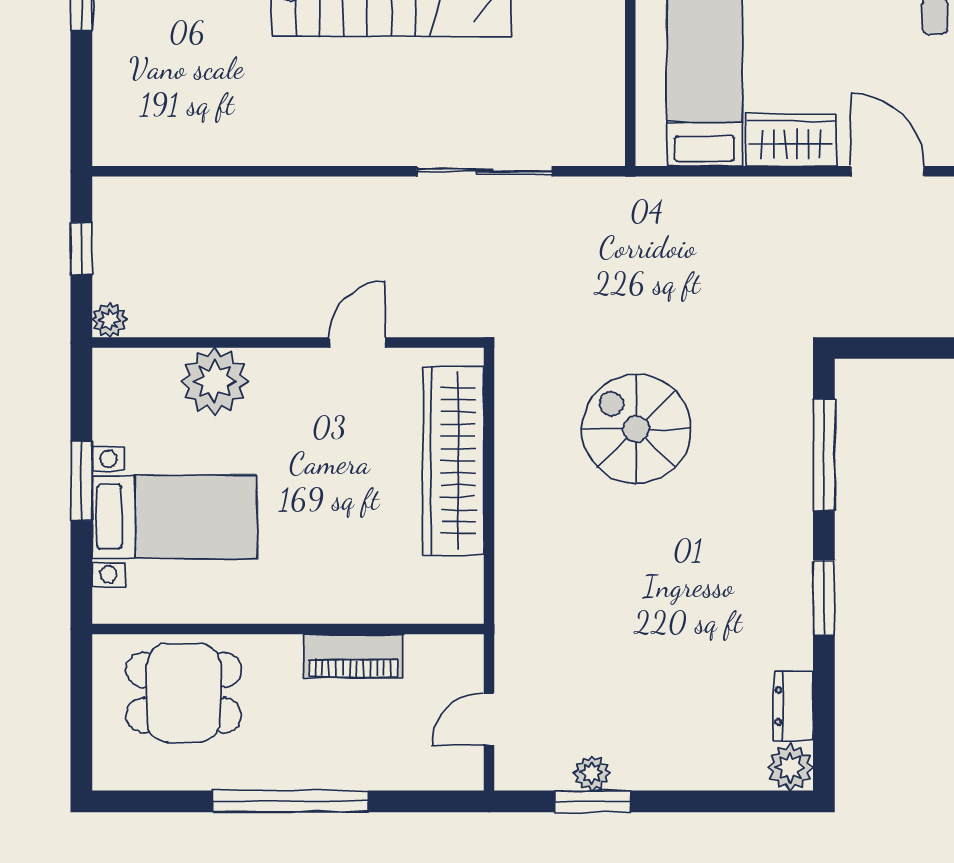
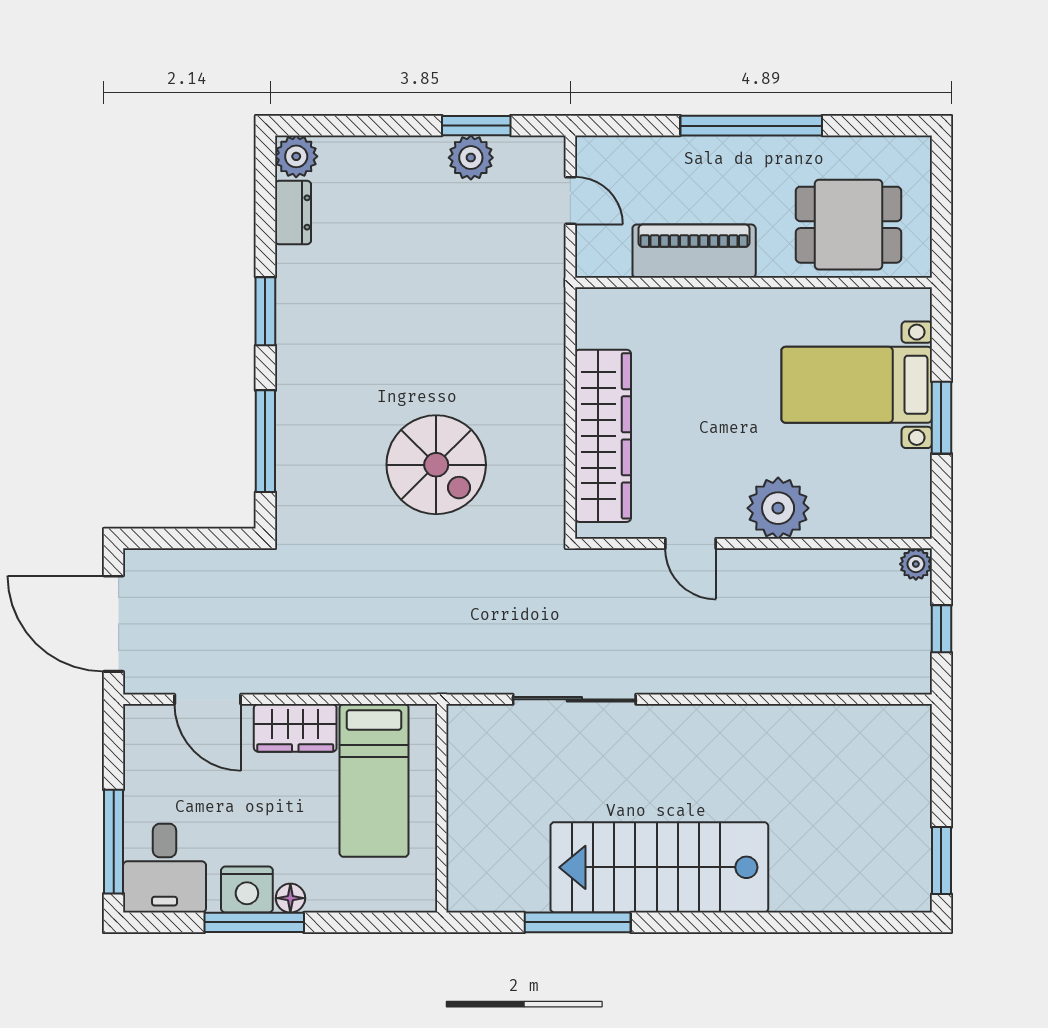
door: (357, 342) -> (690, 543), hinge flipped
plant: (215, 381) -> (778, 508), moved
piano: (353, 656) -> (694, 251), width x1.37, depth x1.33
door: (489, 719) -> (570, 201), hinge flipped
plant: (592, 773) -> (471, 158), width x1.38, depth x1.38

